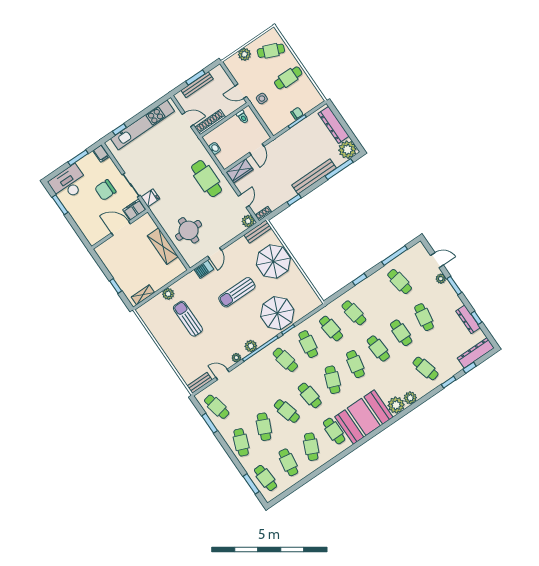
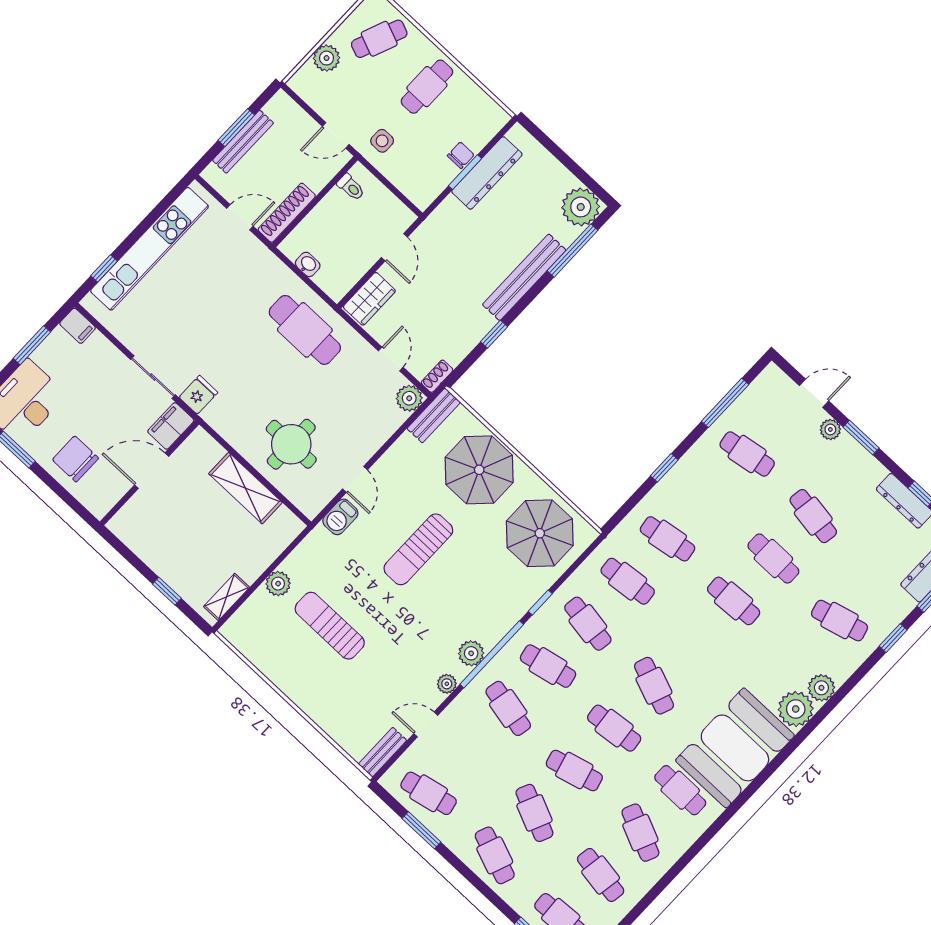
dresser: (334, 125) -> (487, 173), moved, turned -90
chair: (105, 190) -> (75, 459), moved, turned 90
parasol: (277, 313) -> (540, 533), moved
cafe table: (355, 364) -> (508, 708), moved

